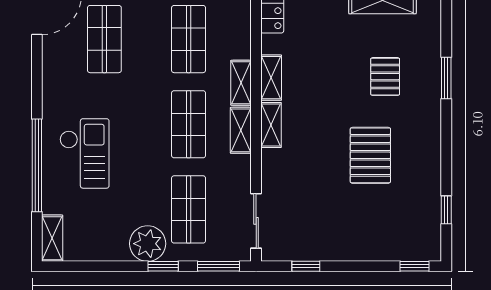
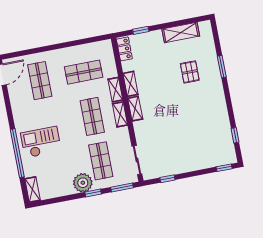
shop shelf: (189, 39) -> (84, 72), turned 90
checkout: (84, 153) -> (41, 142), turned -90
pallet: (370, 155) -> (190, 114), removed

